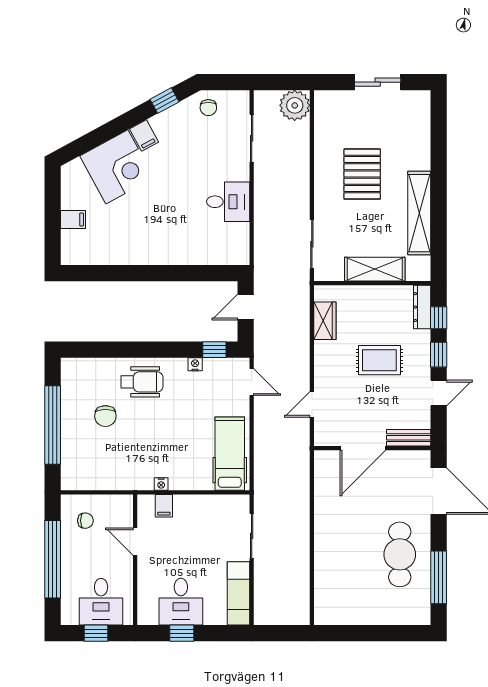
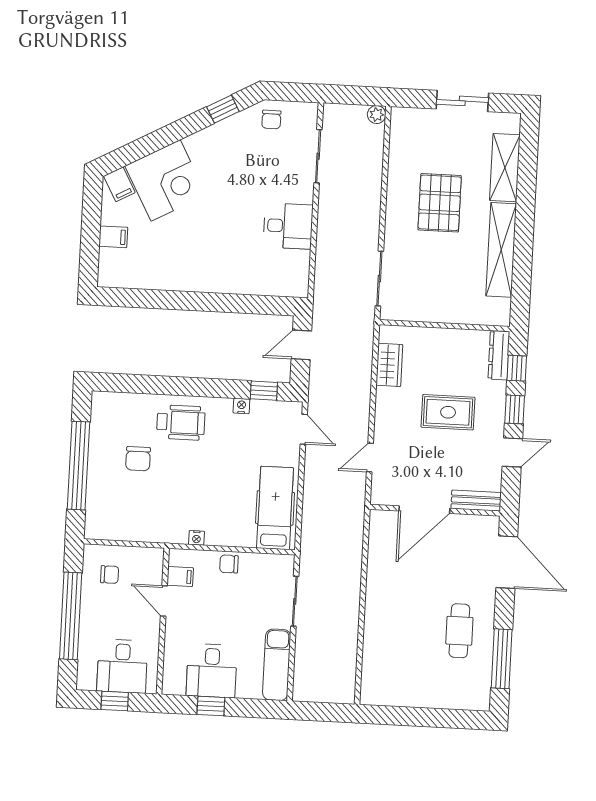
plant: (295, 105) -> (377, 115), width x0.53, depth x0.53
filing cabinet: (144, 136) -> (119, 184), moved
shelving: (375, 269) -> (505, 168), moved, turned 90
filing cabinet: (164, 506) -> (180, 577), moved, turned -90
chair: (191, 506) -> (229, 564), added
cafe table: (400, 554) -> (459, 631), width x0.73, depth x0.74

